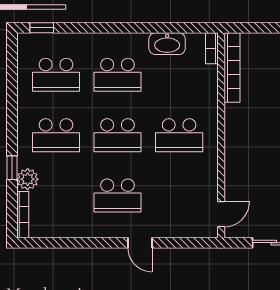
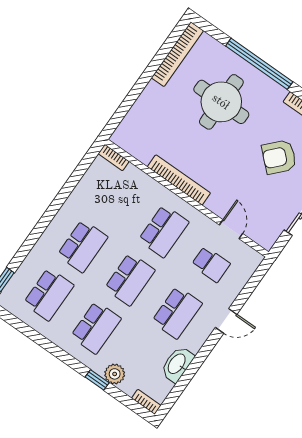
washbasin: (167, 44) -> (177, 364), moved, turned 180
bookcase: (232, 68) -> (179, 180), moved
school desk: (179, 195) -> (211, 264), added
door: (221, 214) -> (231, 229), moved
bookcase: (23, 215) -> (146, 402), width x0.64

